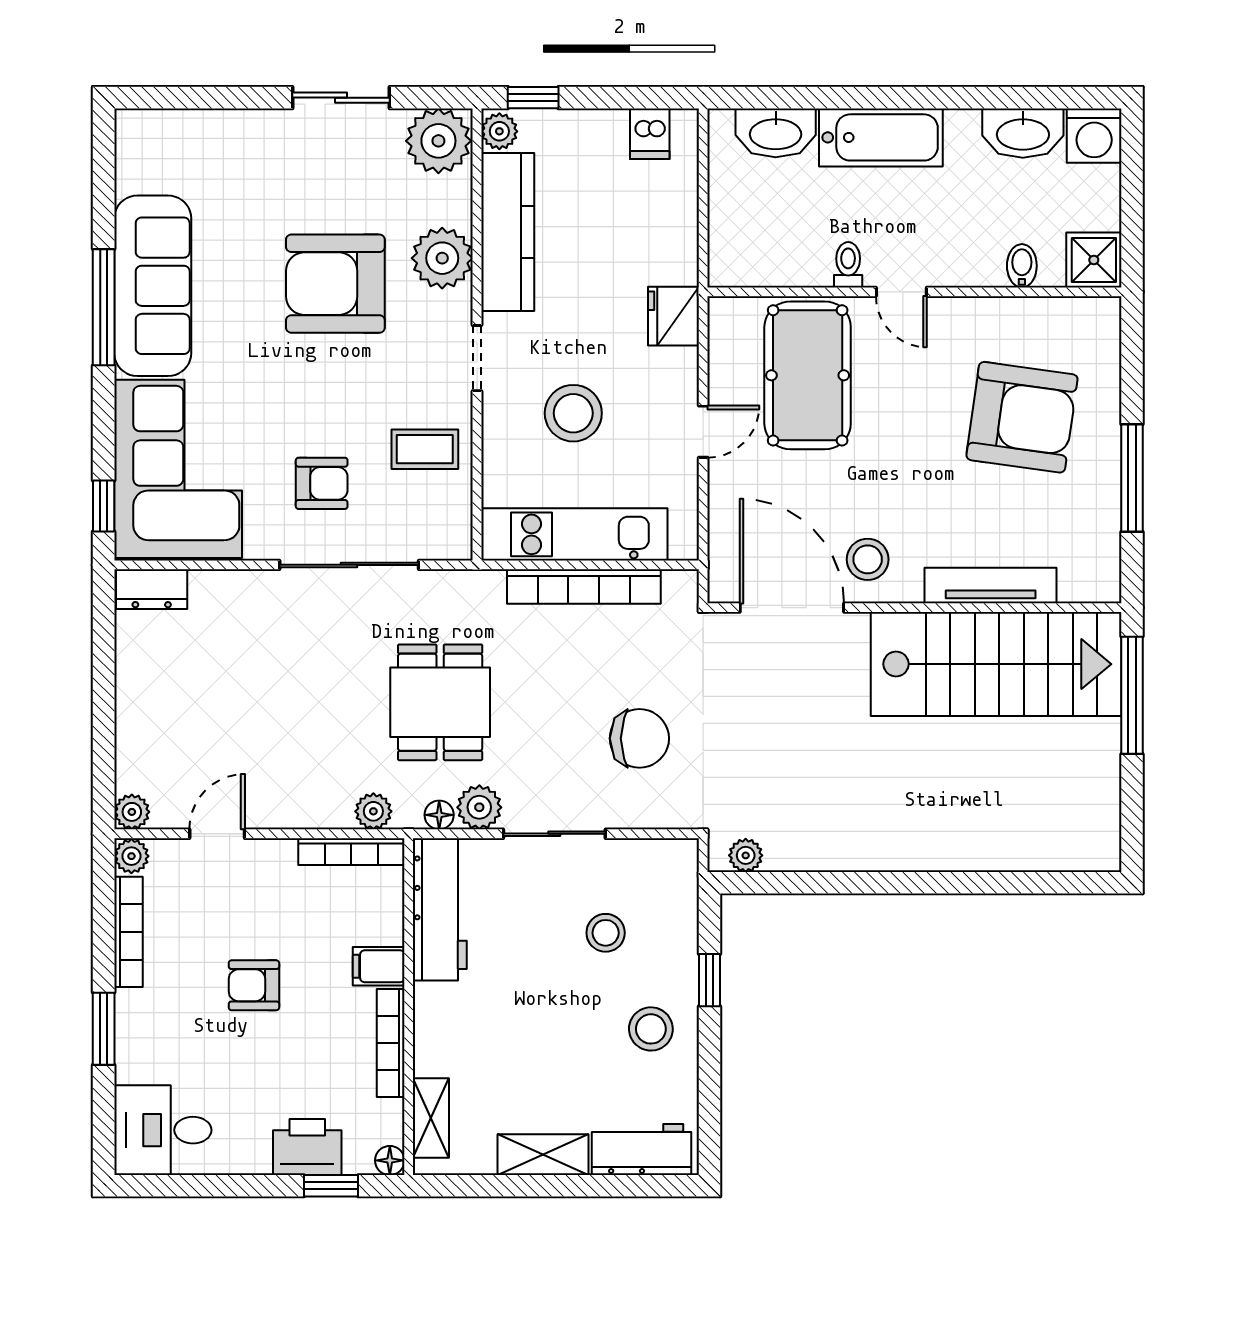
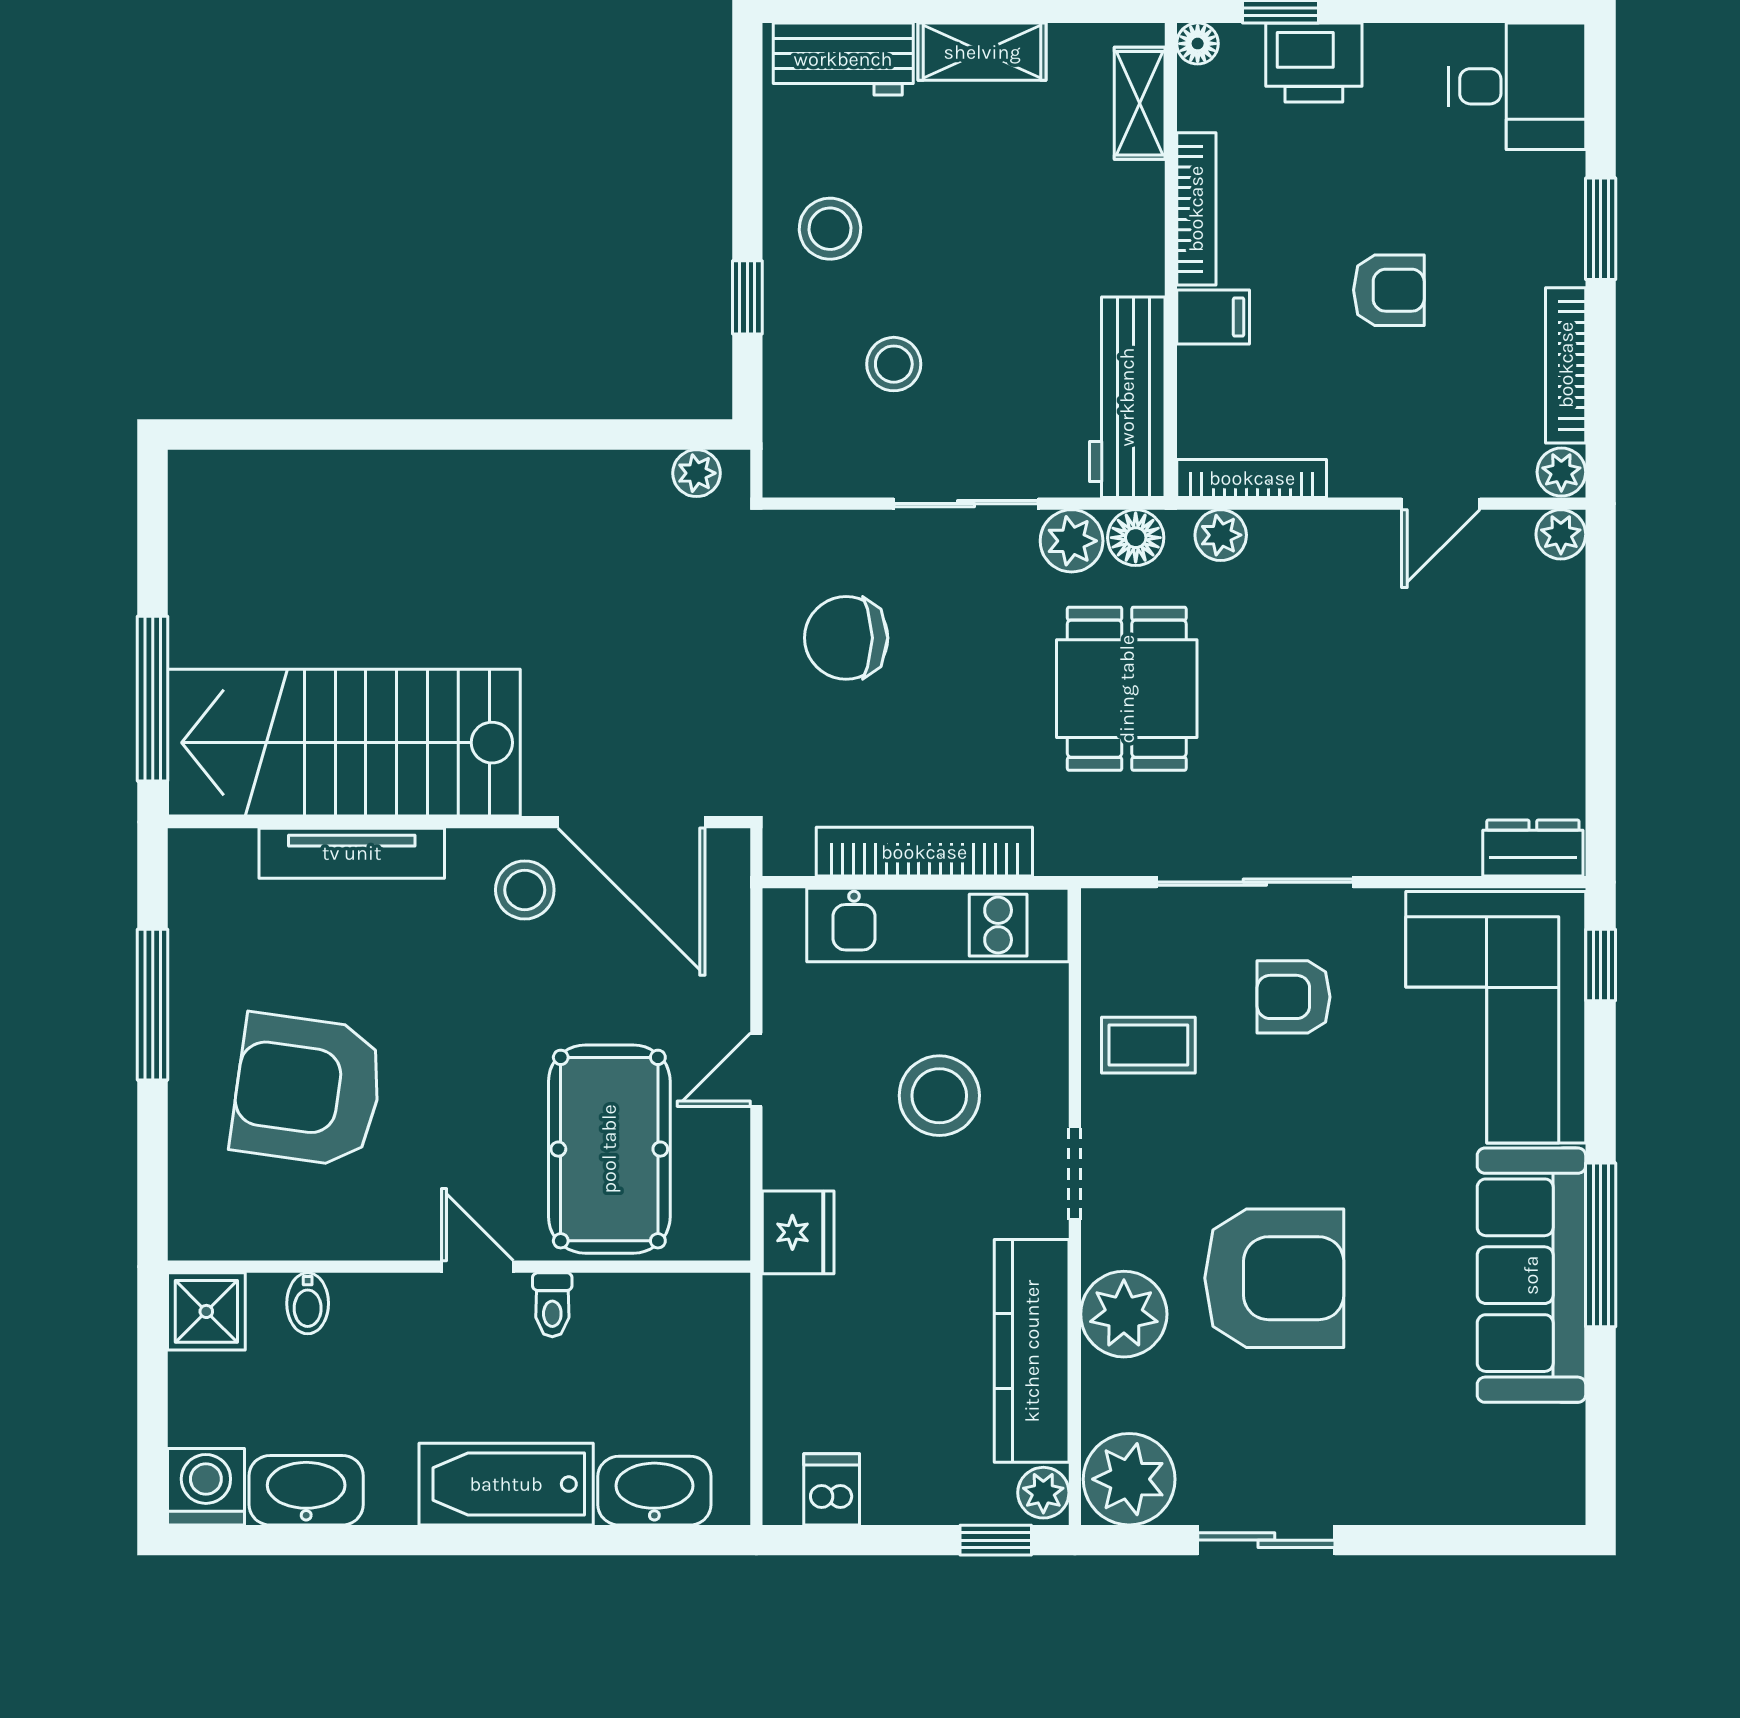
floor lamp: (439, 815) -> (1136, 538), width x1.37, depth x1.37

